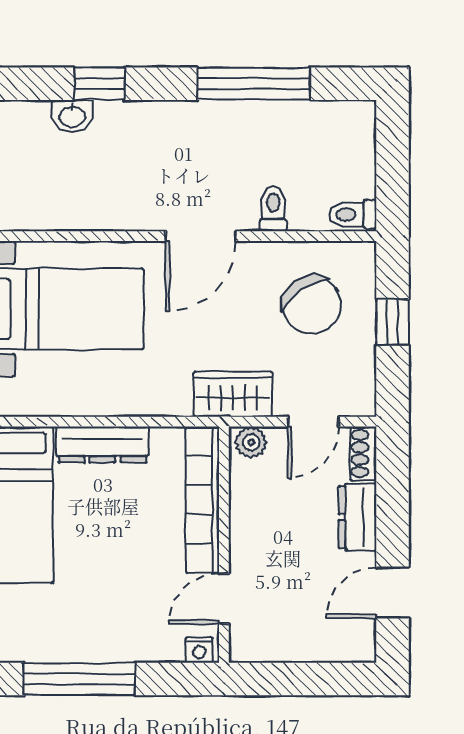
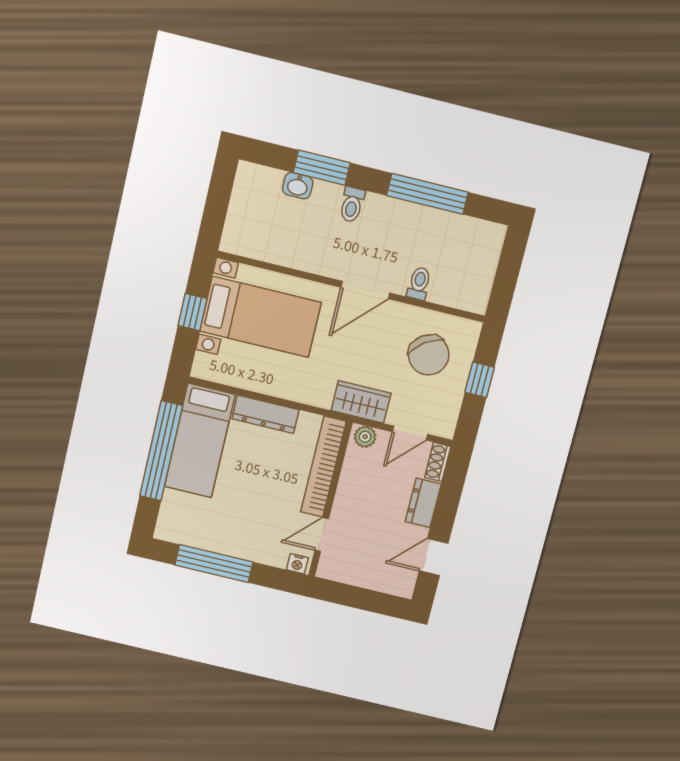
window: (99, 84) -> (322, 168), width x1.50
toilet: (353, 214) -> (352, 205), moved, turned -90

